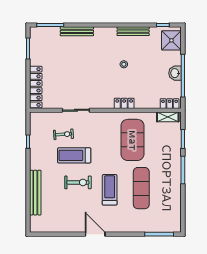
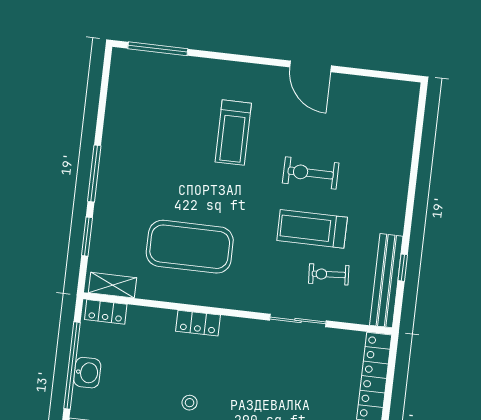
exercise mat: (133, 140) -> (190, 247), turned 90
treadmill: (74, 155) -> (312, 229), turned 180
exercise mat: (141, 188) -> (183, 147), removed
treadmill: (110, 190) -> (233, 133), moved
bench: (35, 193) -> (386, 281), moved
door: (95, 234) -> (310, 66), moved

